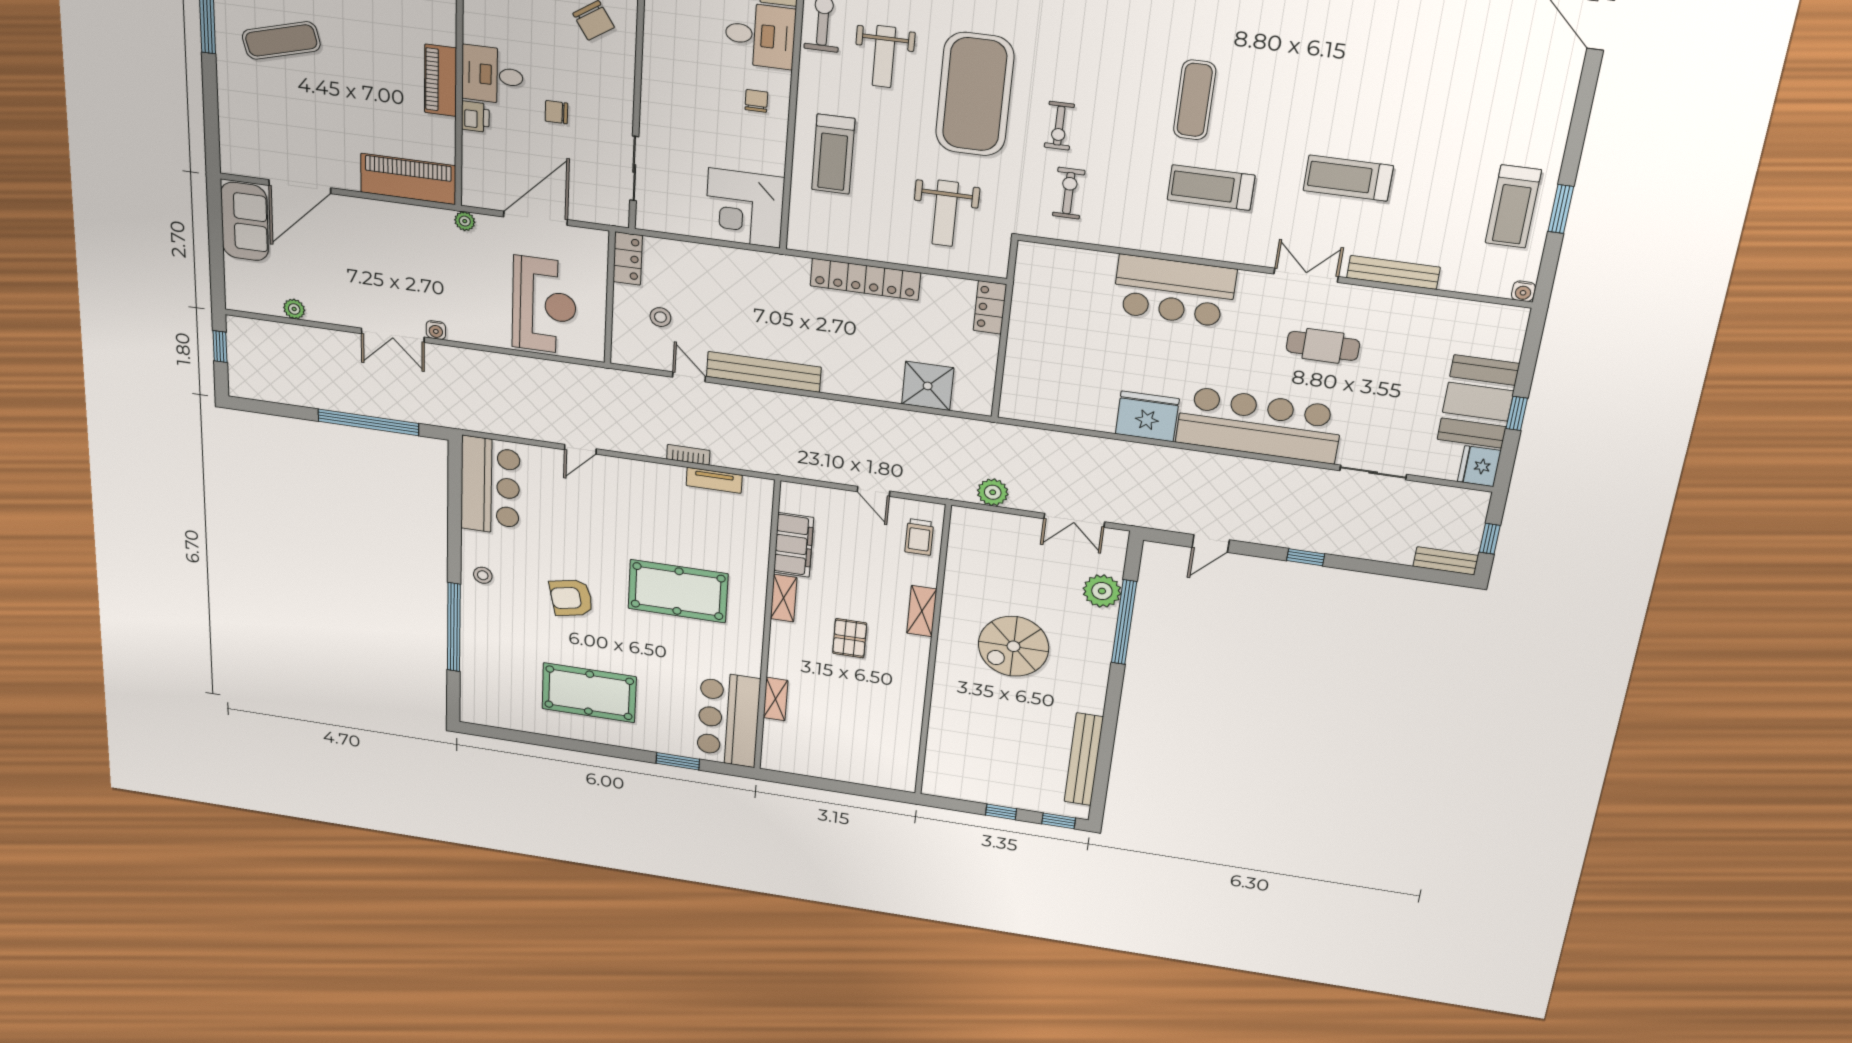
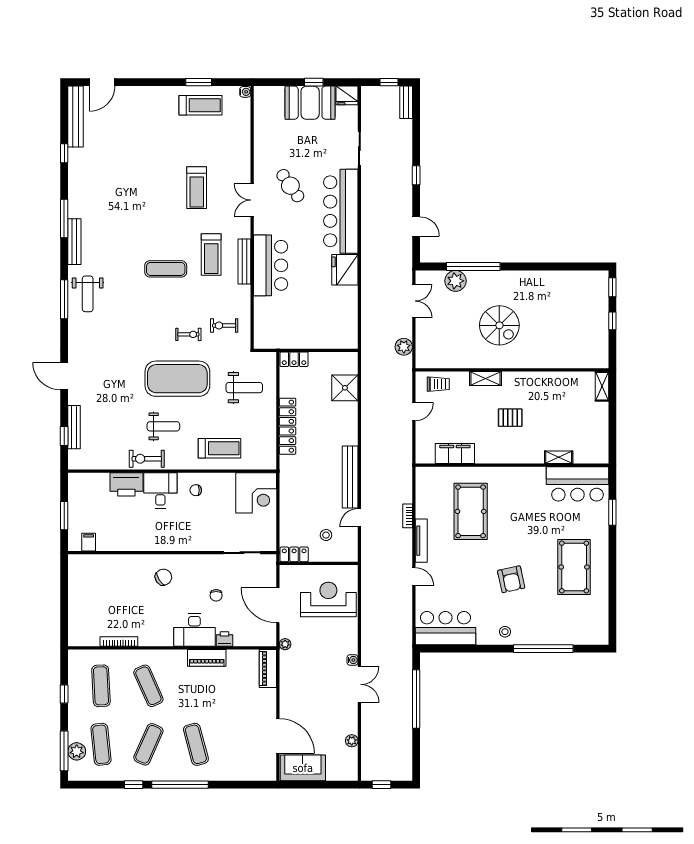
desk: (492, 75) -> (194, 630), width x1.37
piano: (408, 179) -> (268, 668), width x0.73, depth x0.75
bench: (1393, 272) -> (244, 262), moved
cafe table: (1323, 346) -> (290, 186), turned -35
tv unit: (714, 480) -> (421, 541), moved, width x1.41
pool table: (678, 591) -> (471, 511), moved
shelving: (784, 598) -> (602, 386), moved, turned 90
bench: (1084, 759) -> (568, 278), removed

